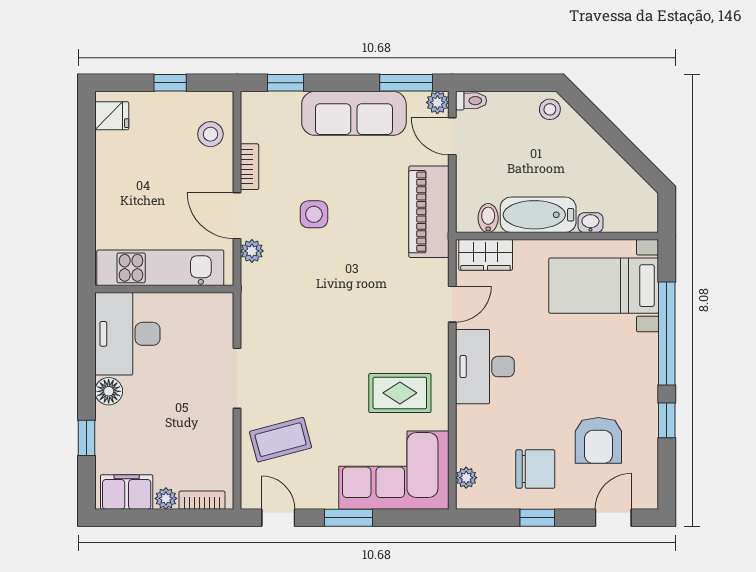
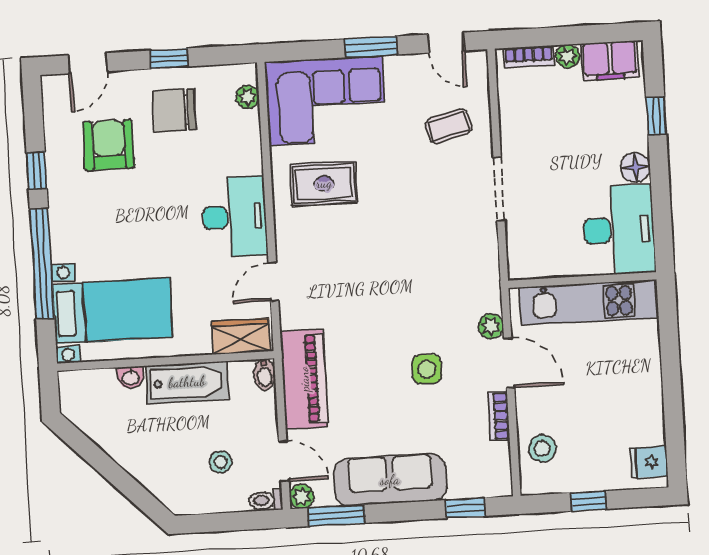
stool: (550, 109) -> (221, 462), moved
bidet: (488, 218) -> (265, 375), moved
coffee table: (281, 440) -> (449, 126), width x0.73, depth x0.77

